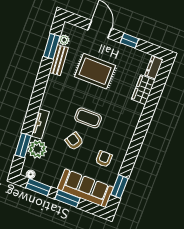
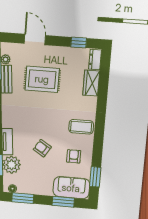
window: (129, 41) -> (79, 43), moved
coffee table: (88, 118) -> (81, 127), moved
sofa: (85, 188) -> (71, 188), width x0.73
window: (67, 199) -> (63, 202), moved

